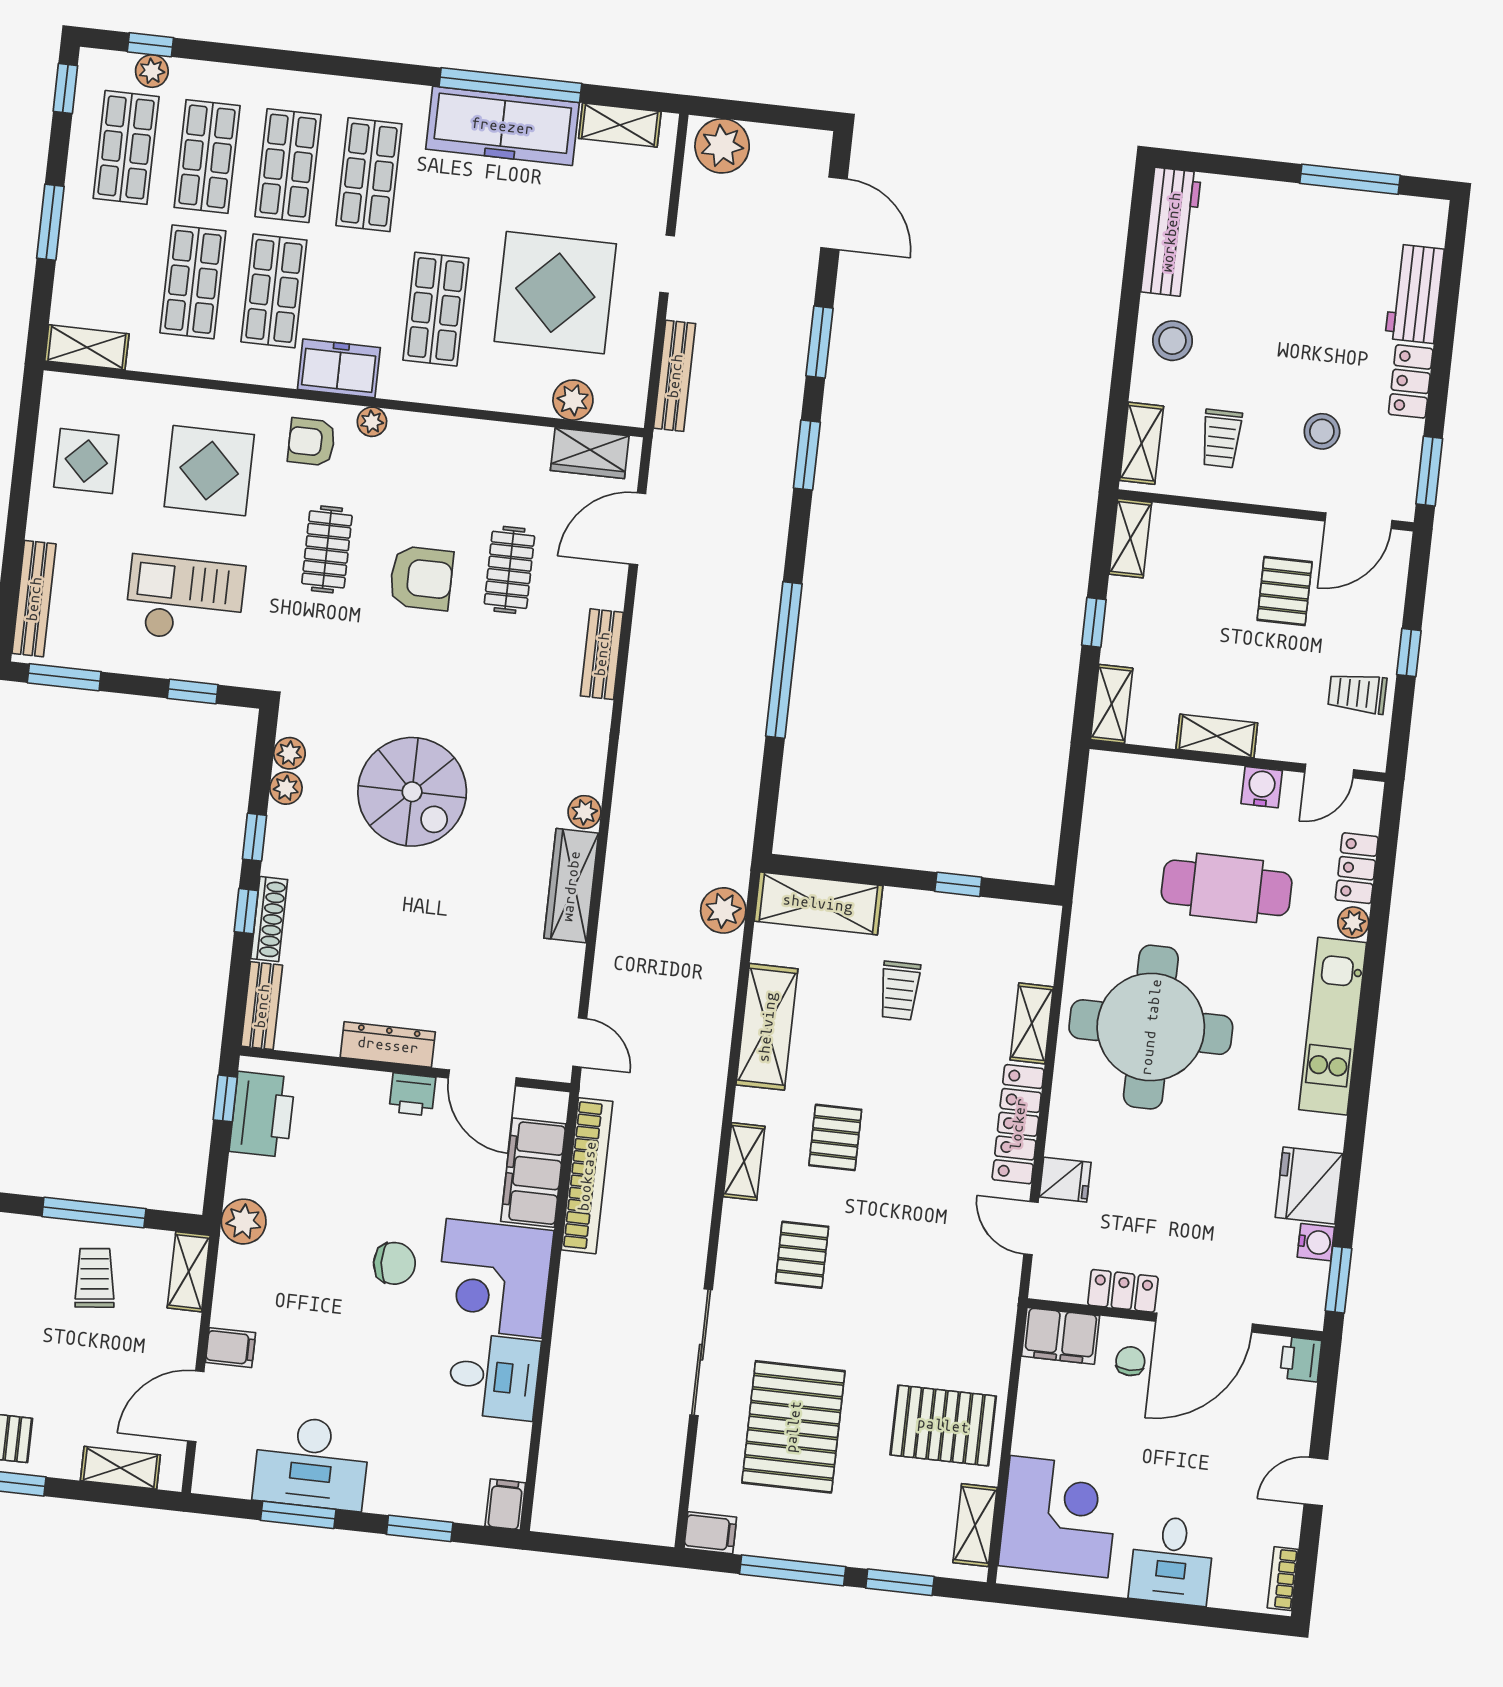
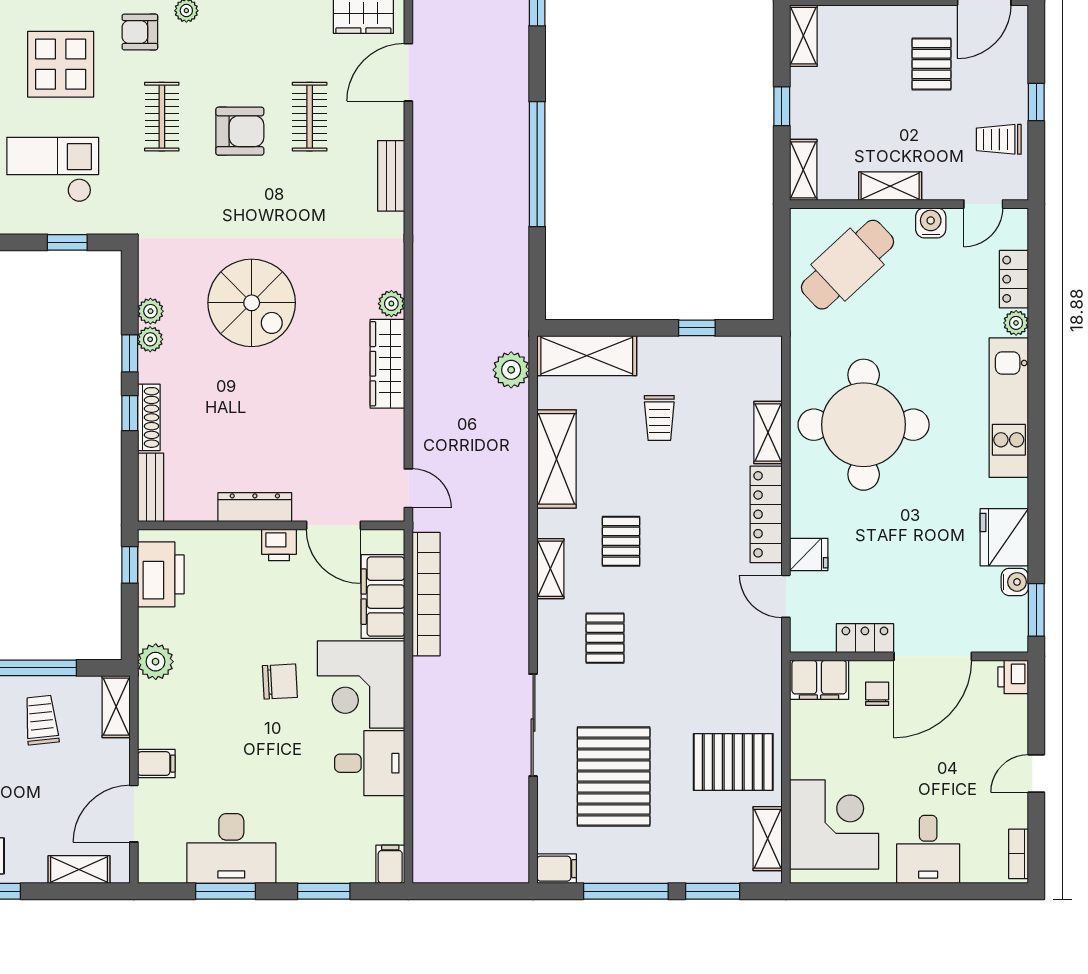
plant: (289, 753) -> (150, 339), moved
cafe table: (1227, 888) -> (847, 265), moved, turned -43

